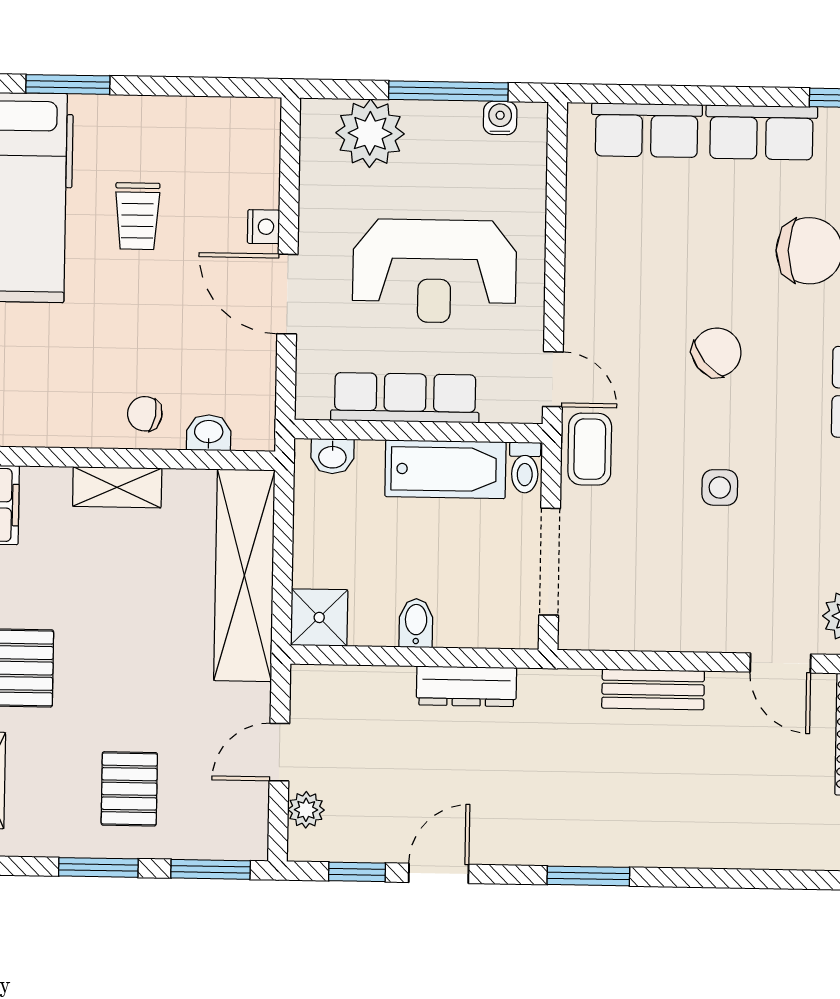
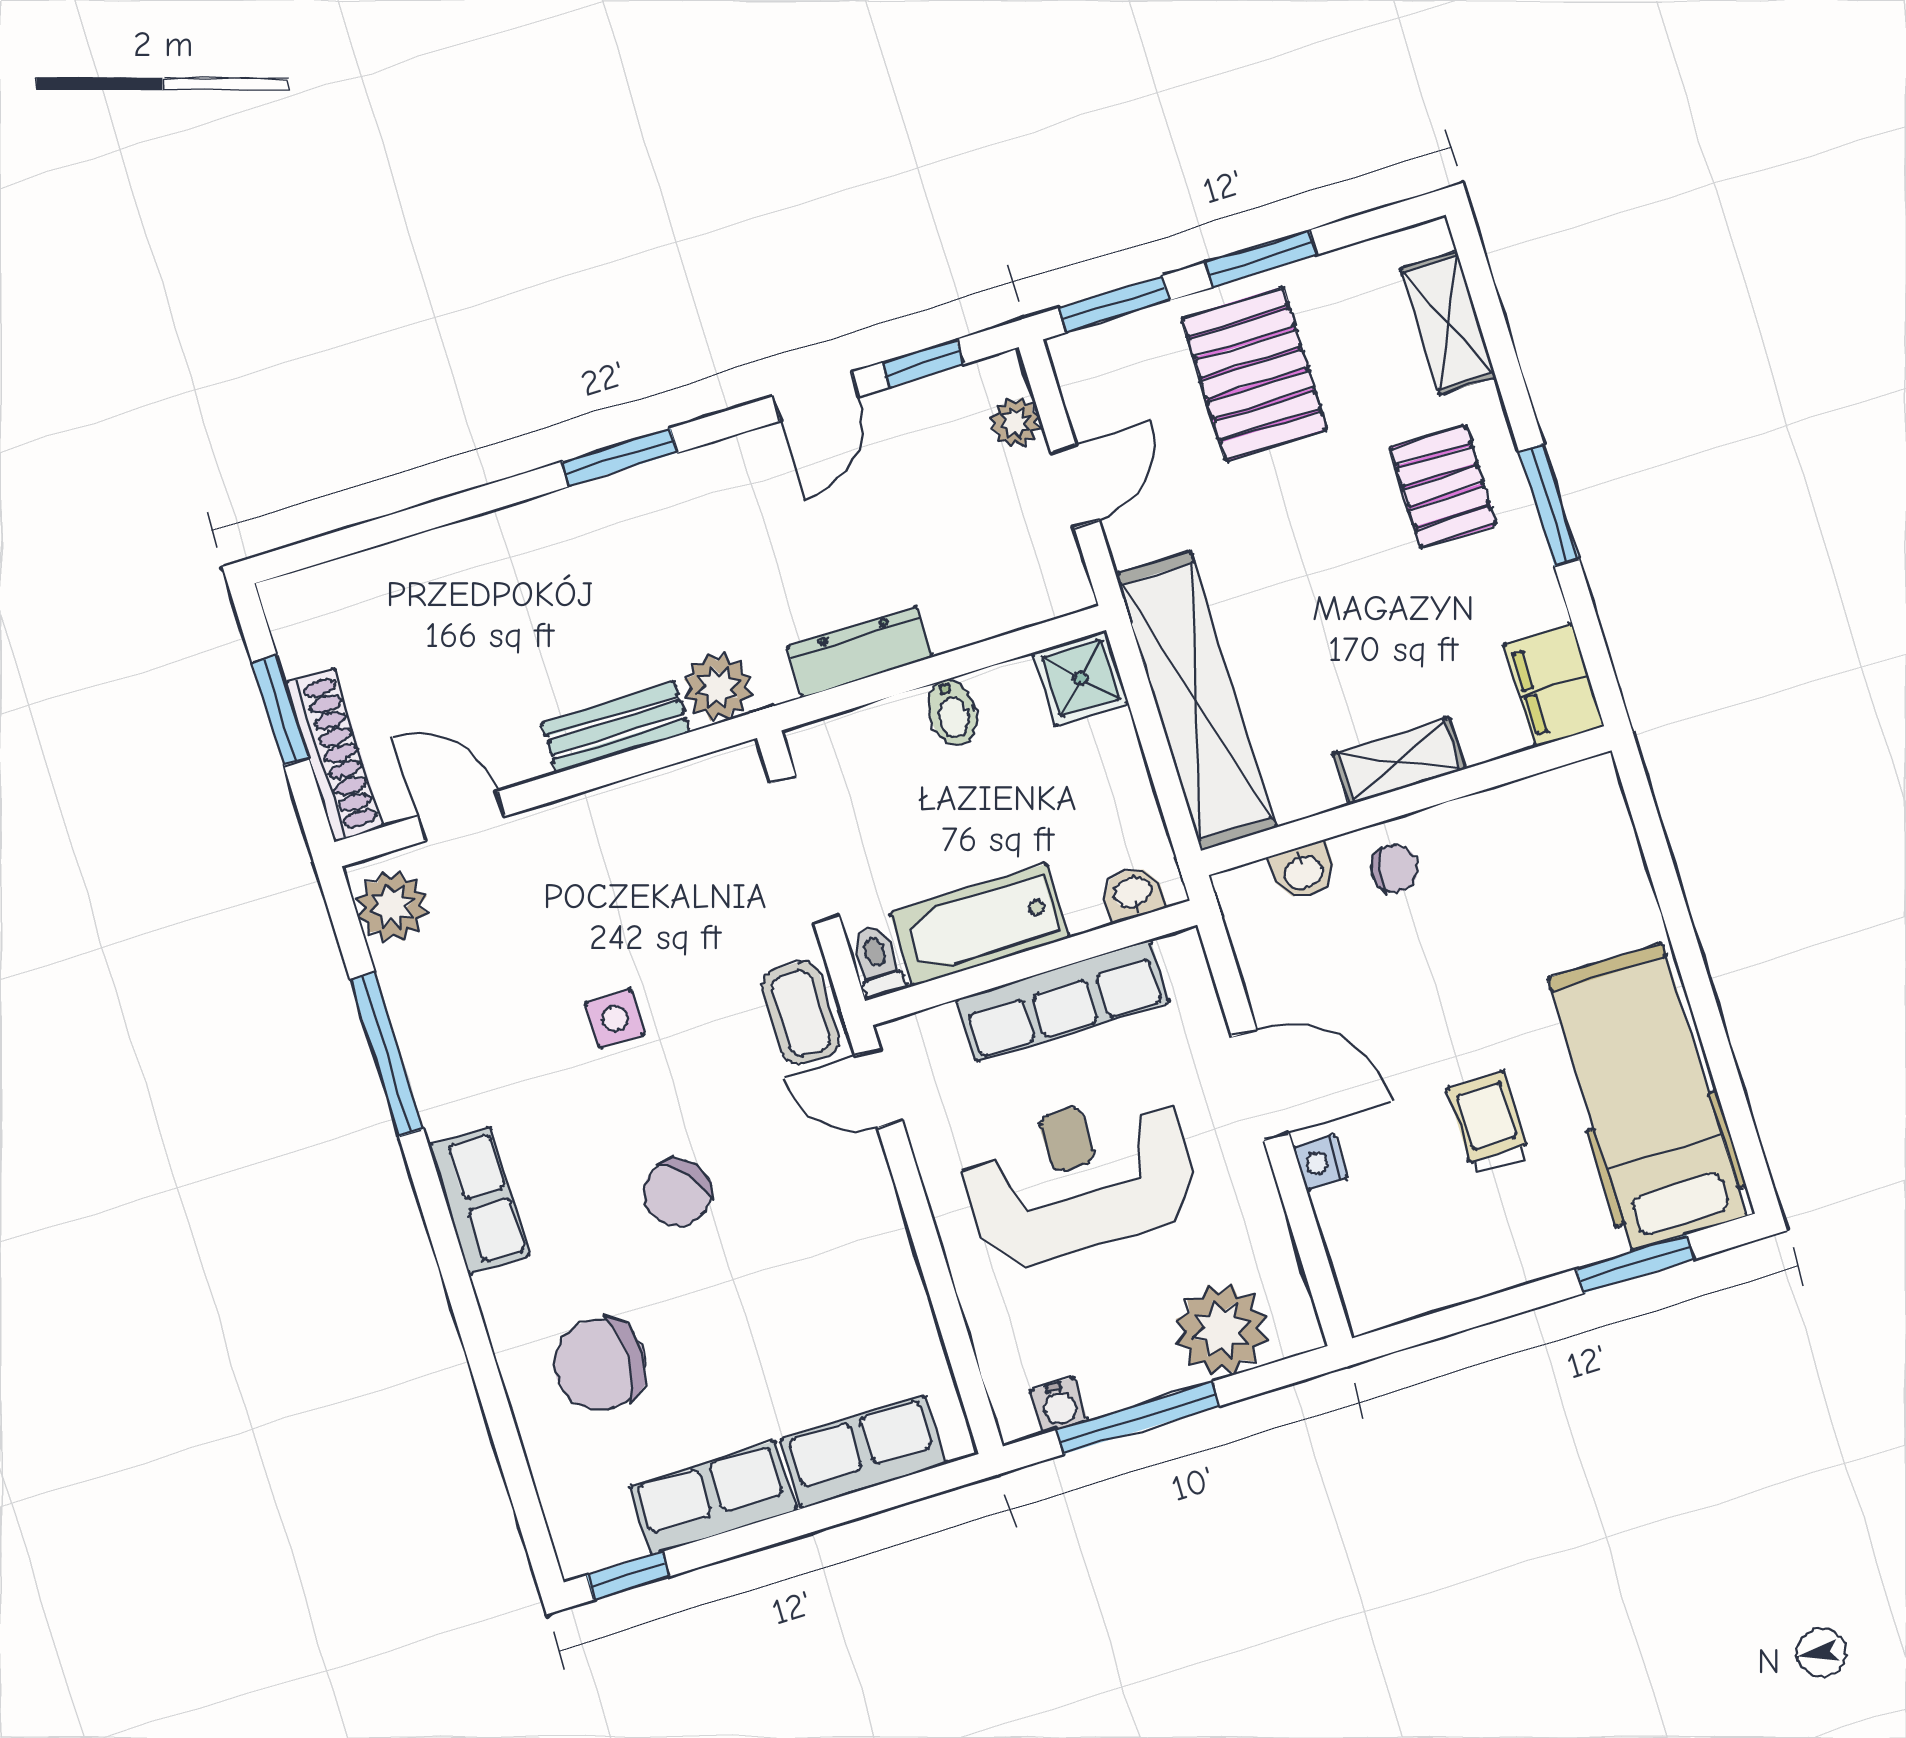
plant: (573, 694) -> (718, 687), added
pallet: (129, 789) -> (1254, 374), width x1.50, depth x1.42

